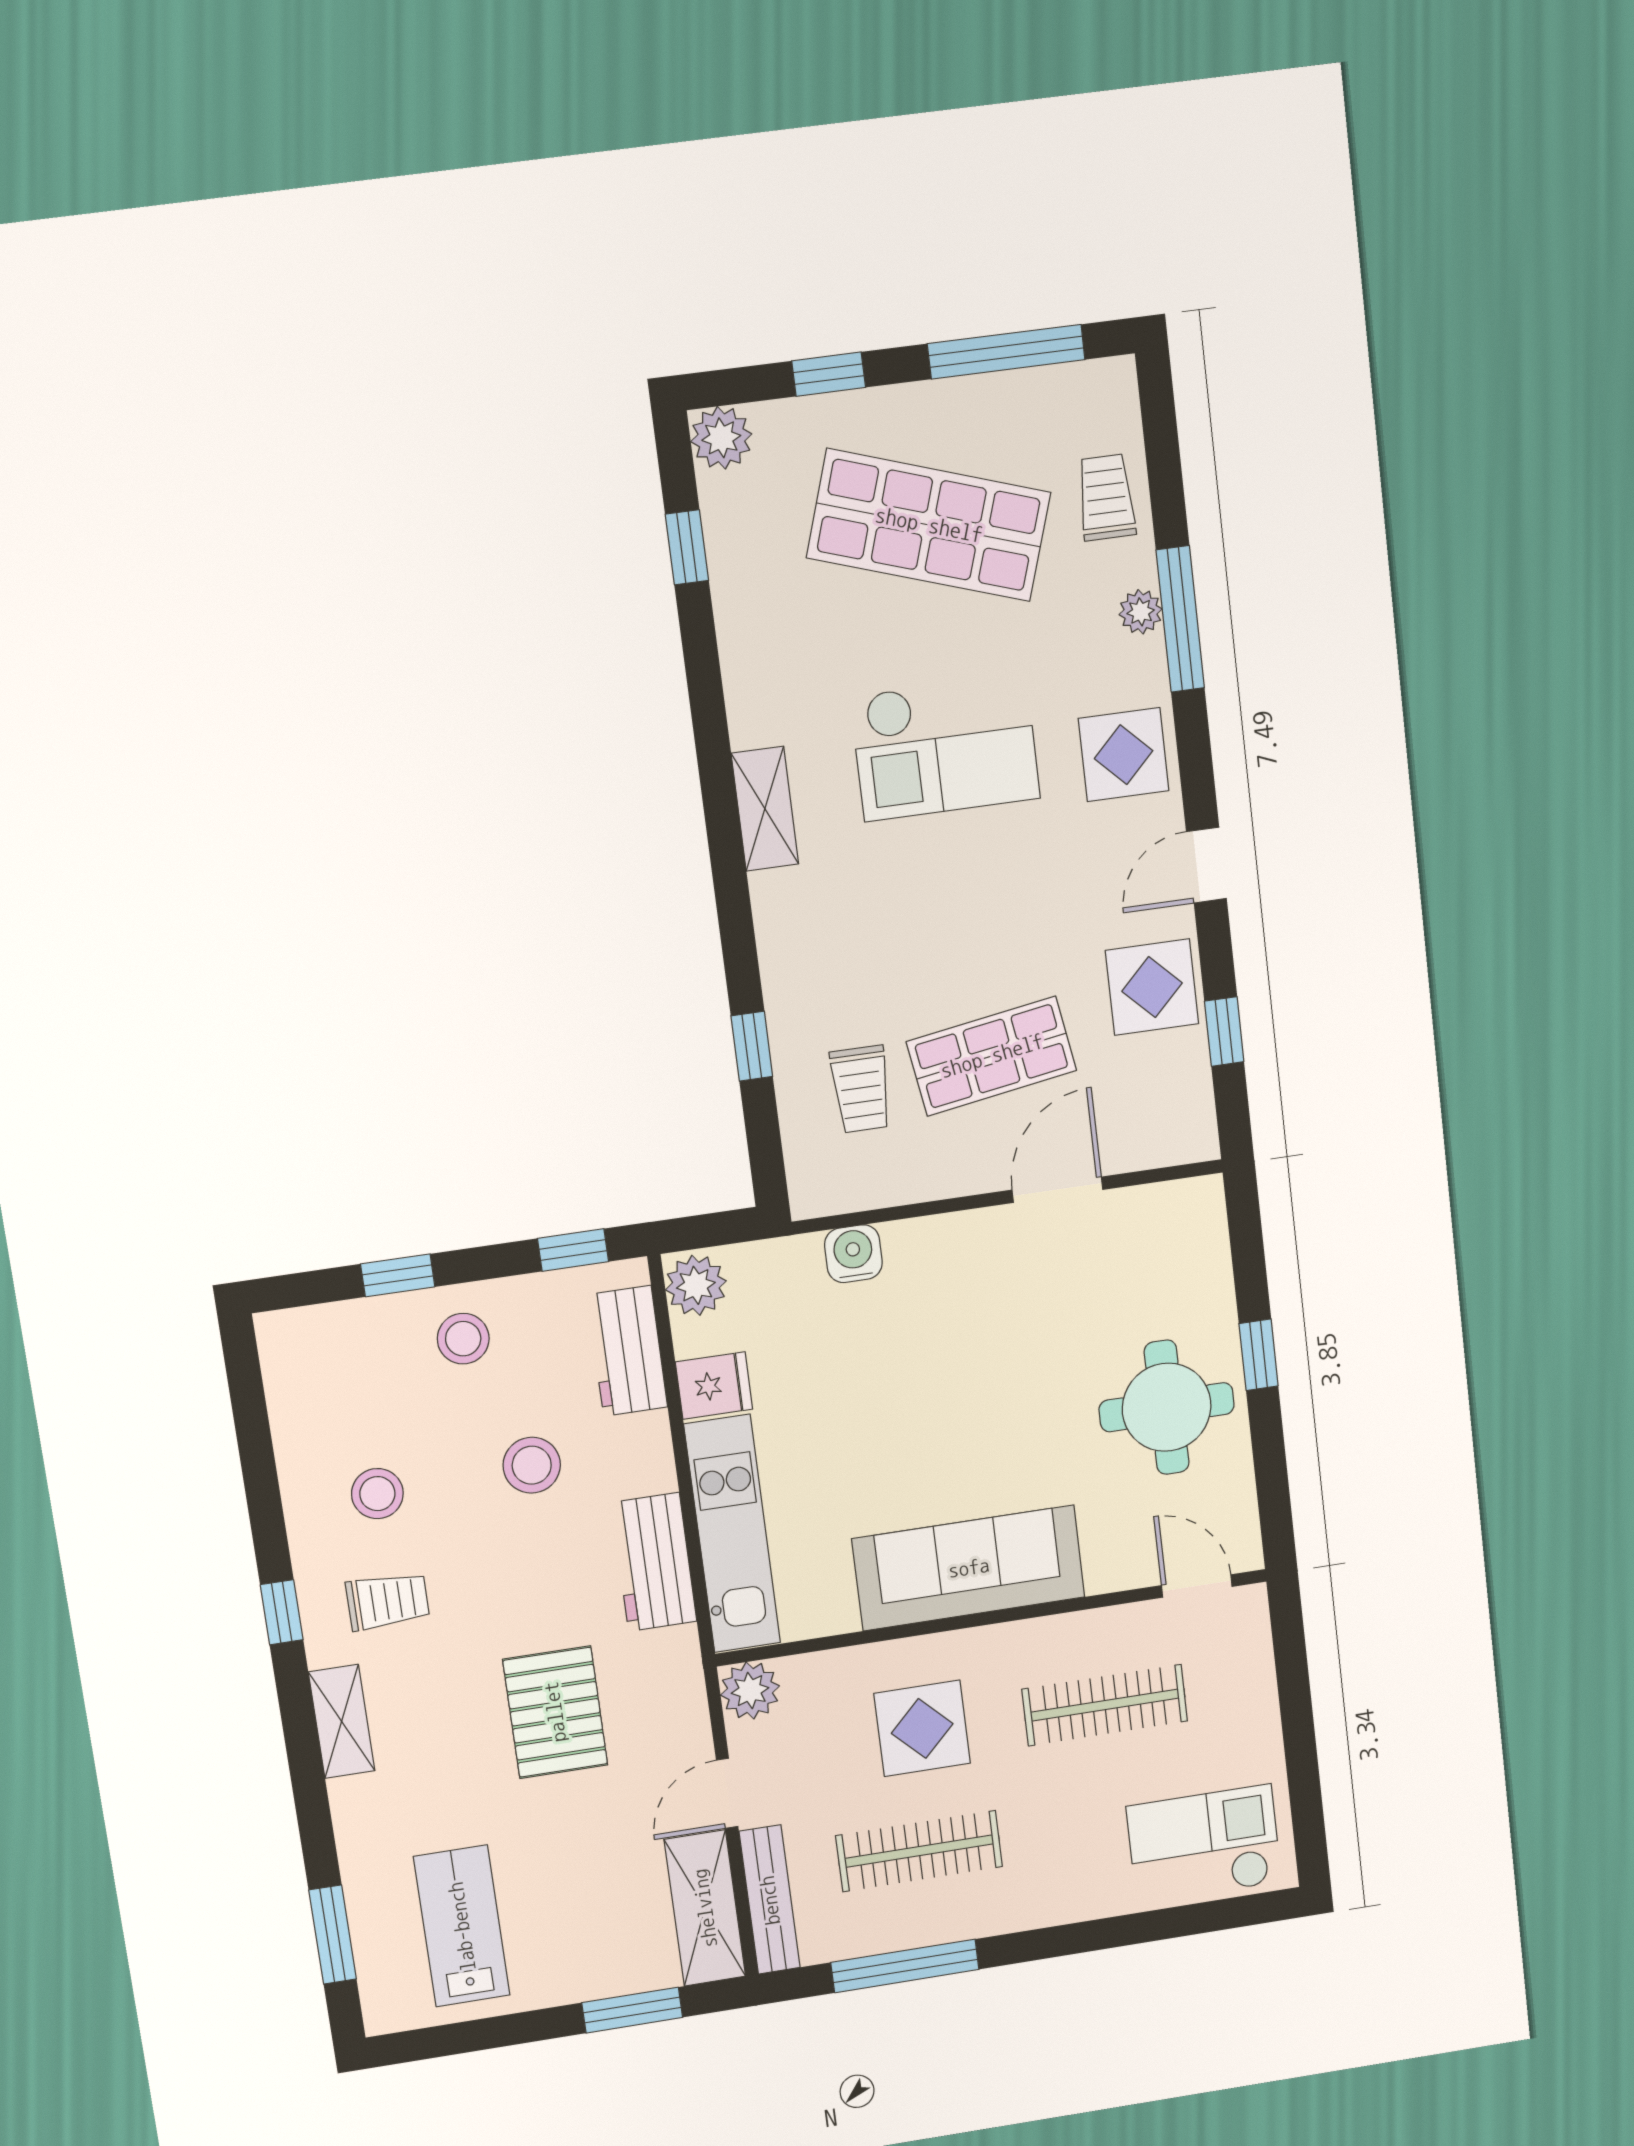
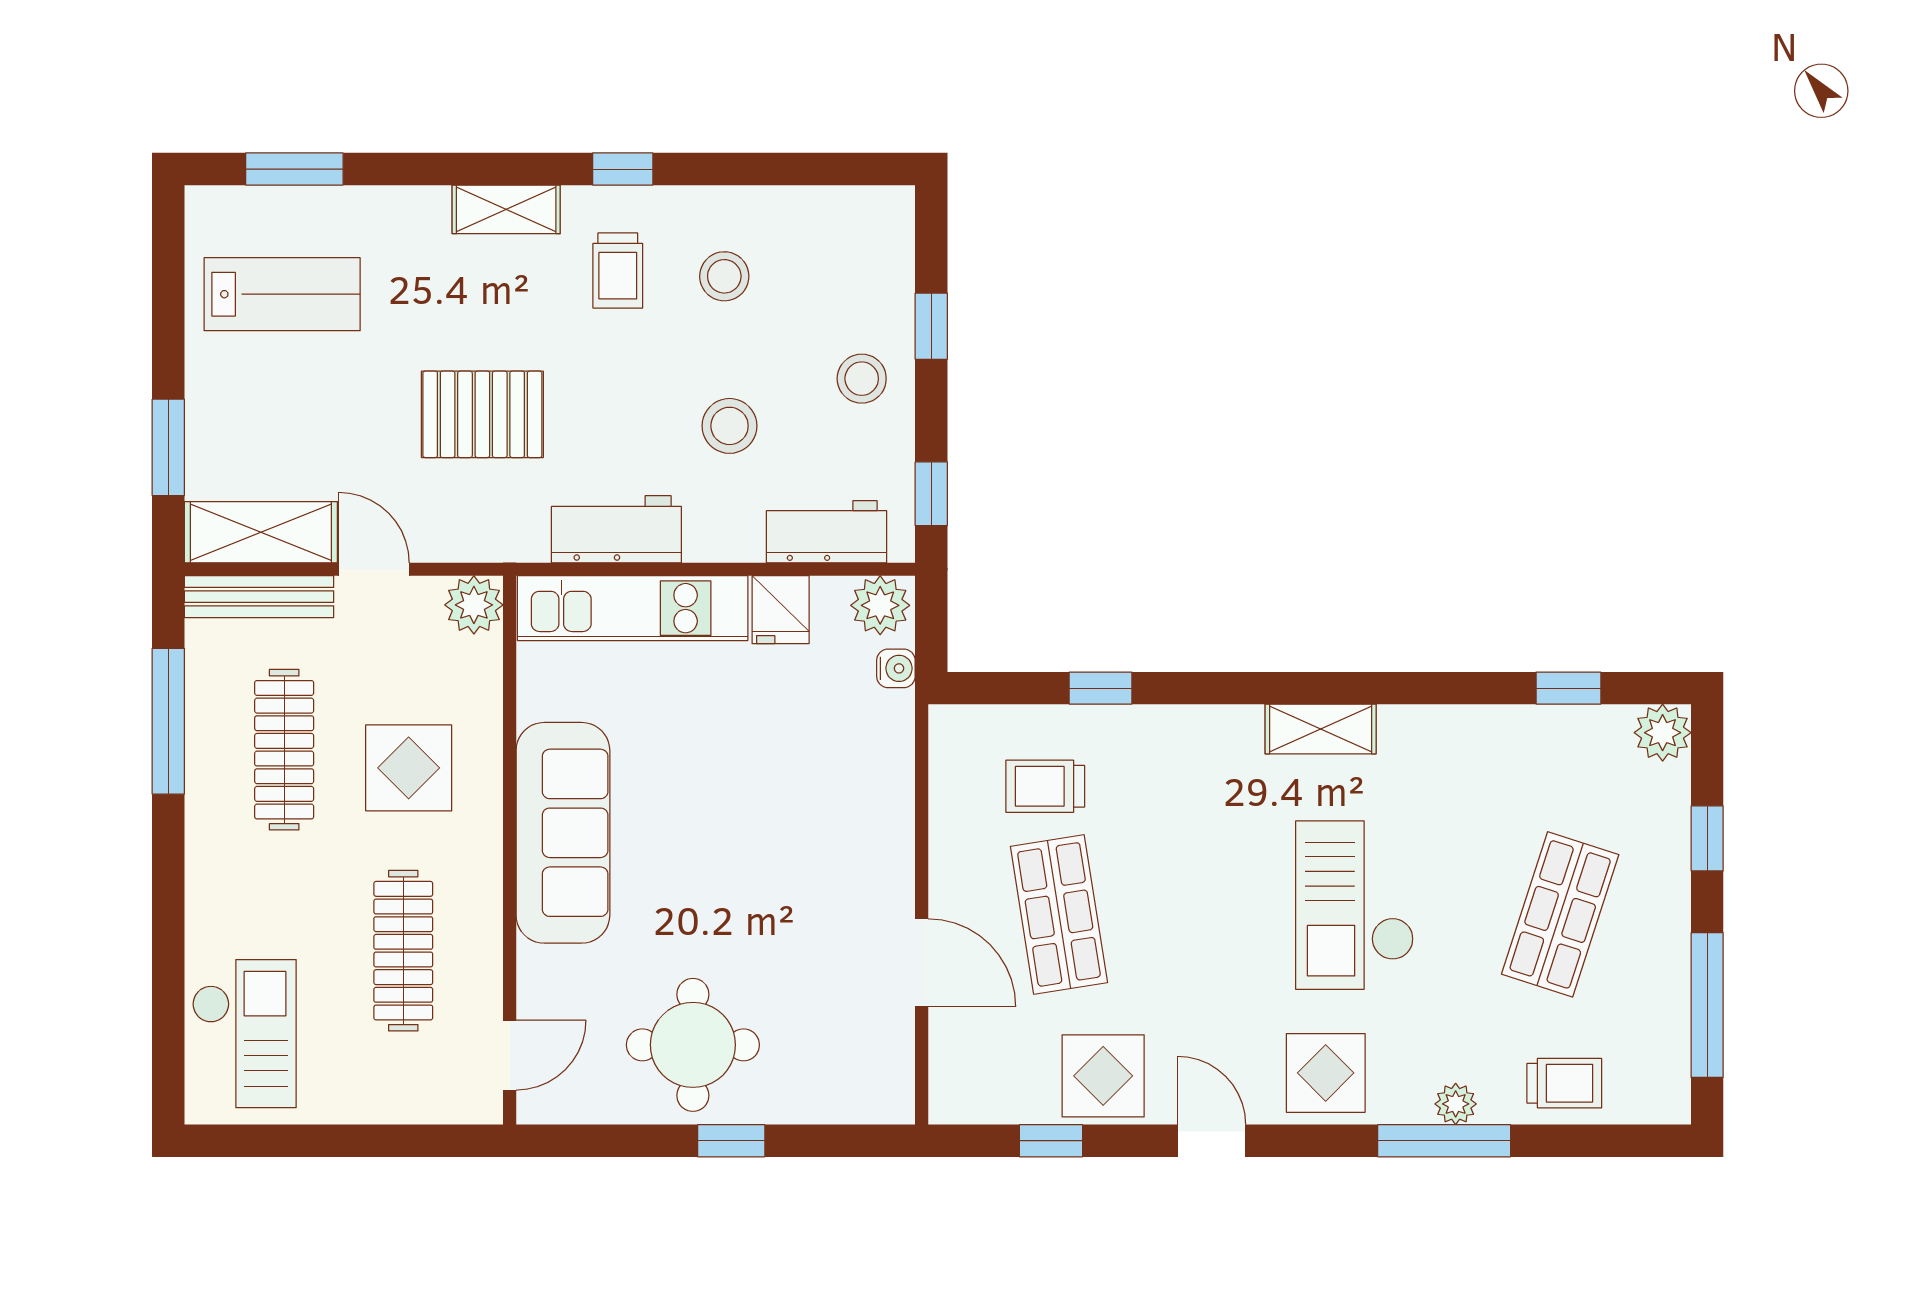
shop shelf: (929, 525) -> (1560, 914), width x0.70, depth x0.74
water cooler: (853, 1254) -> (896, 668), moved, width x0.72, depth x0.72

